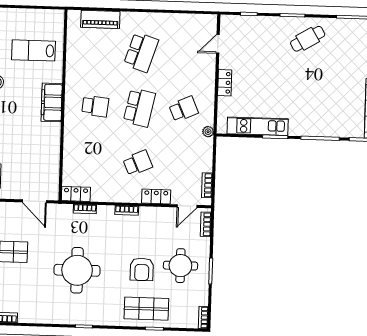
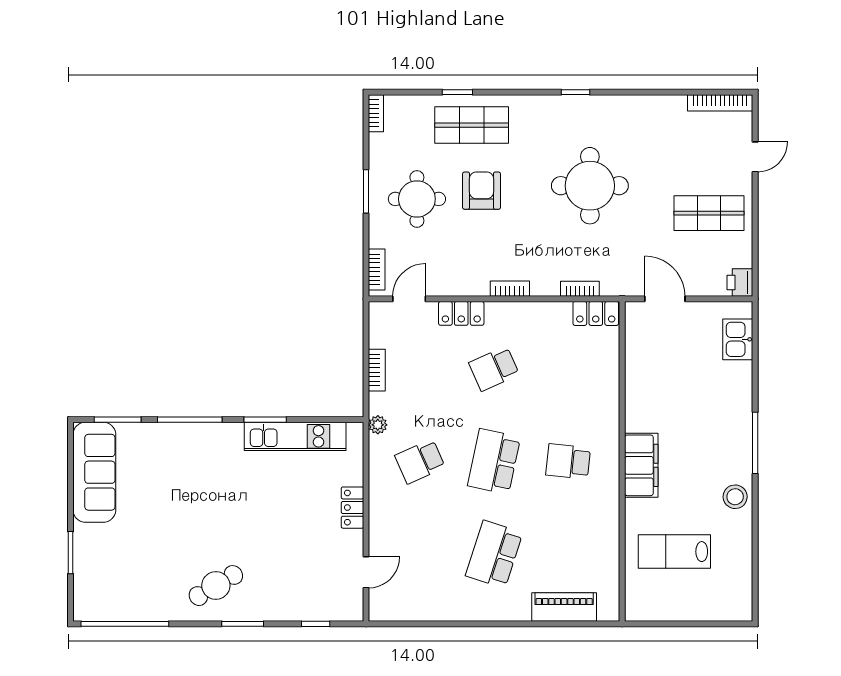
lab bench: (34, 50) -> (674, 552), turned 180
bookcase: (207, 185) -> (377, 370), moved

